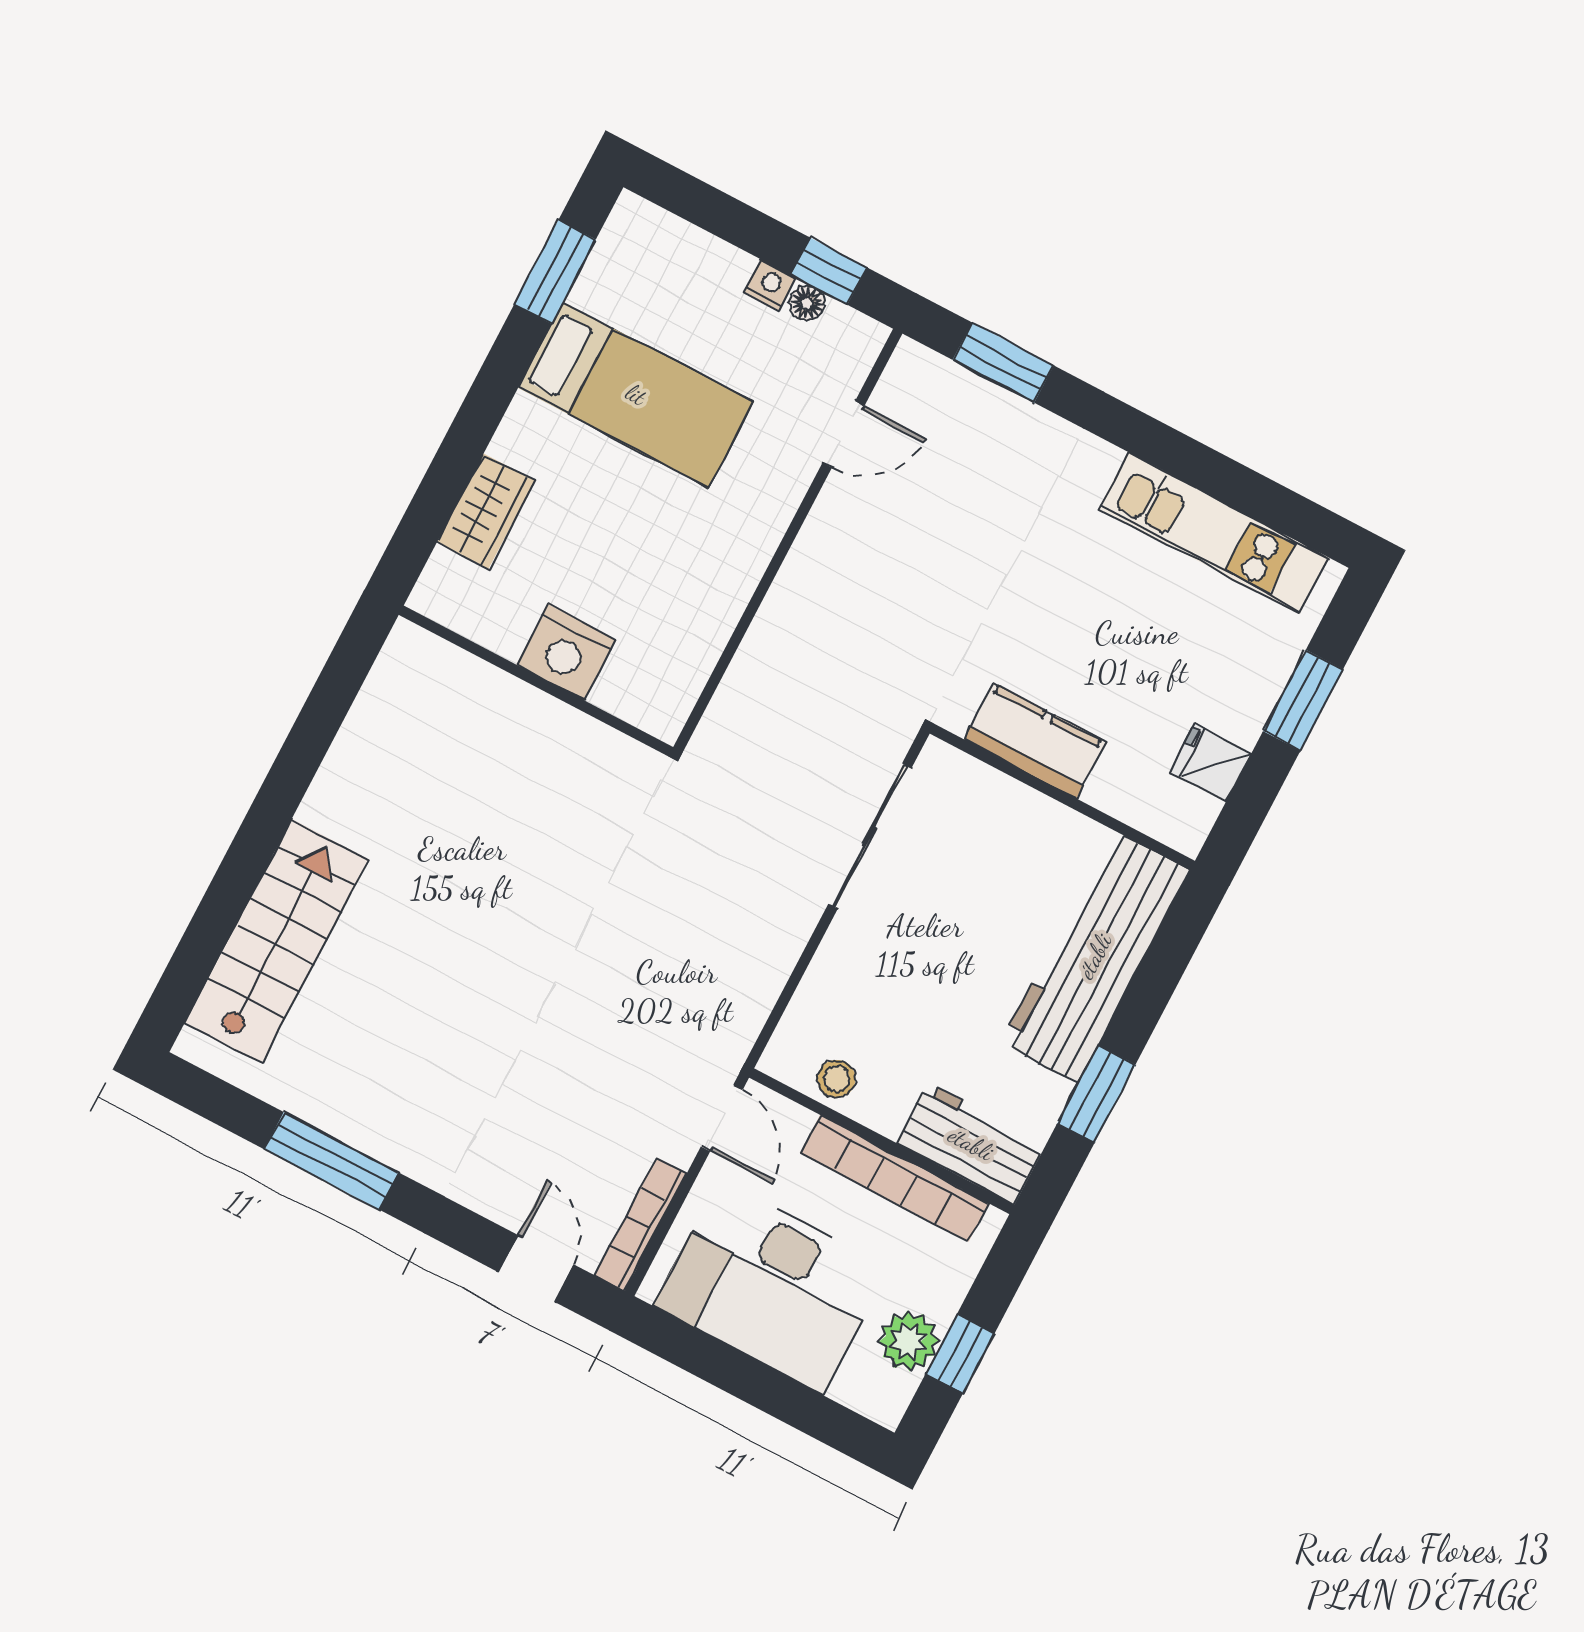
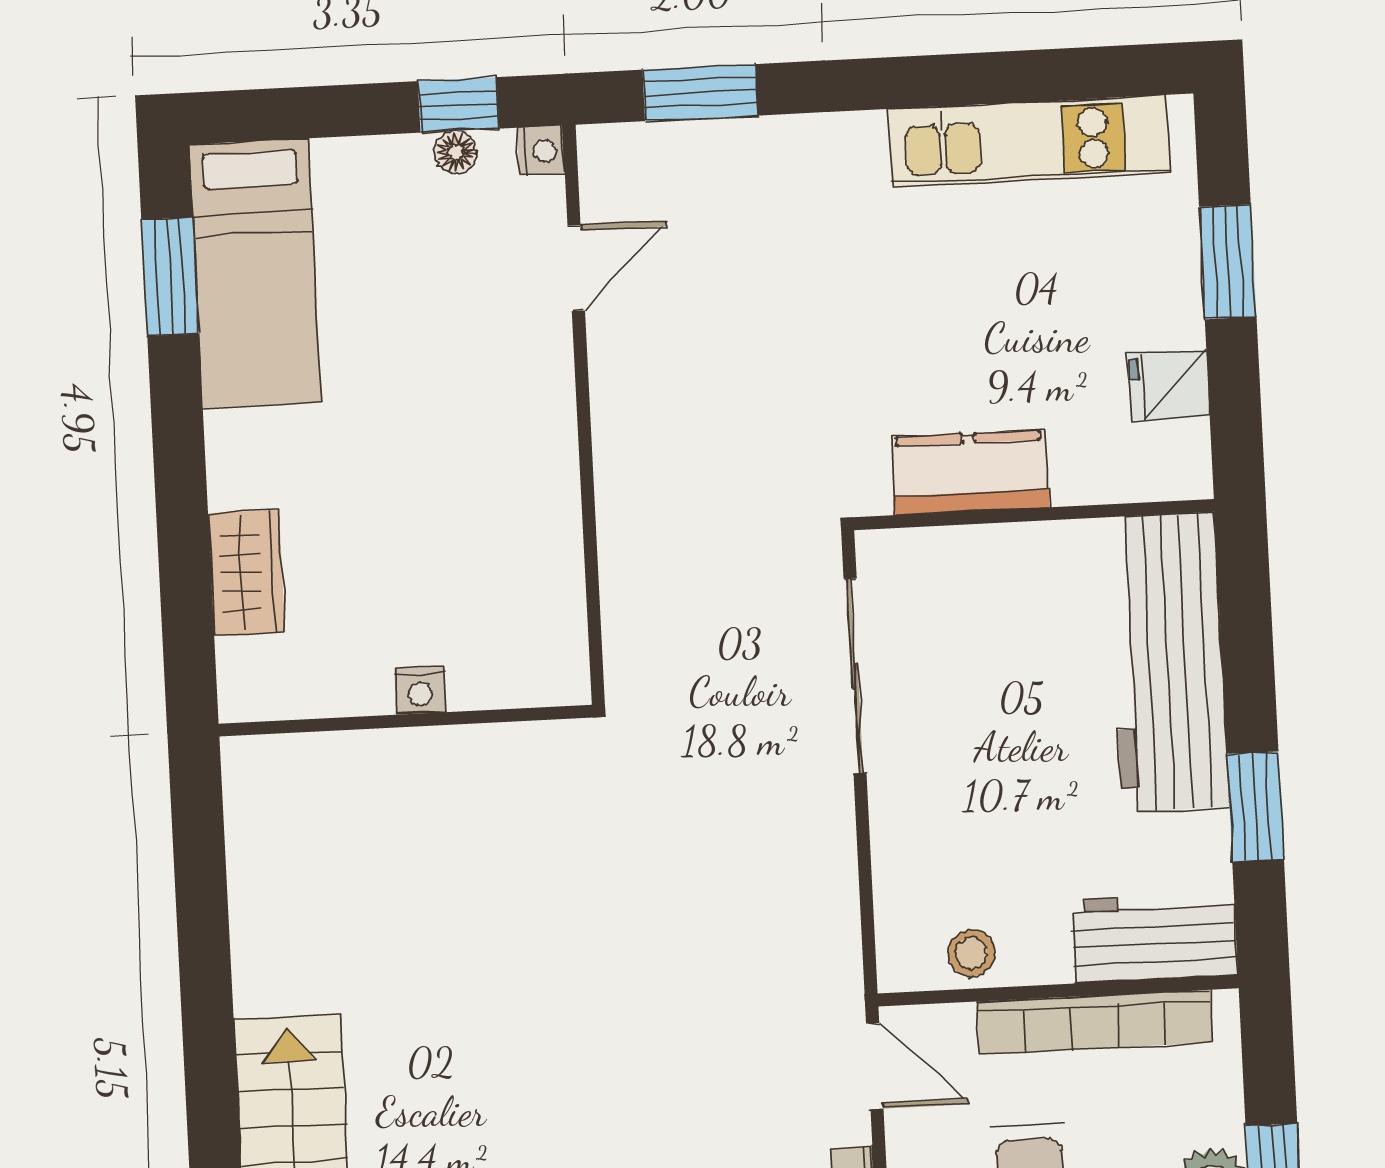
nightstand: (770, 285) -> (541, 151), moved, turned 90
bed: (636, 395) -> (255, 273), moved, turned 90
nightstand: (566, 652) -> (420, 690), width x0.53, depth x0.56

